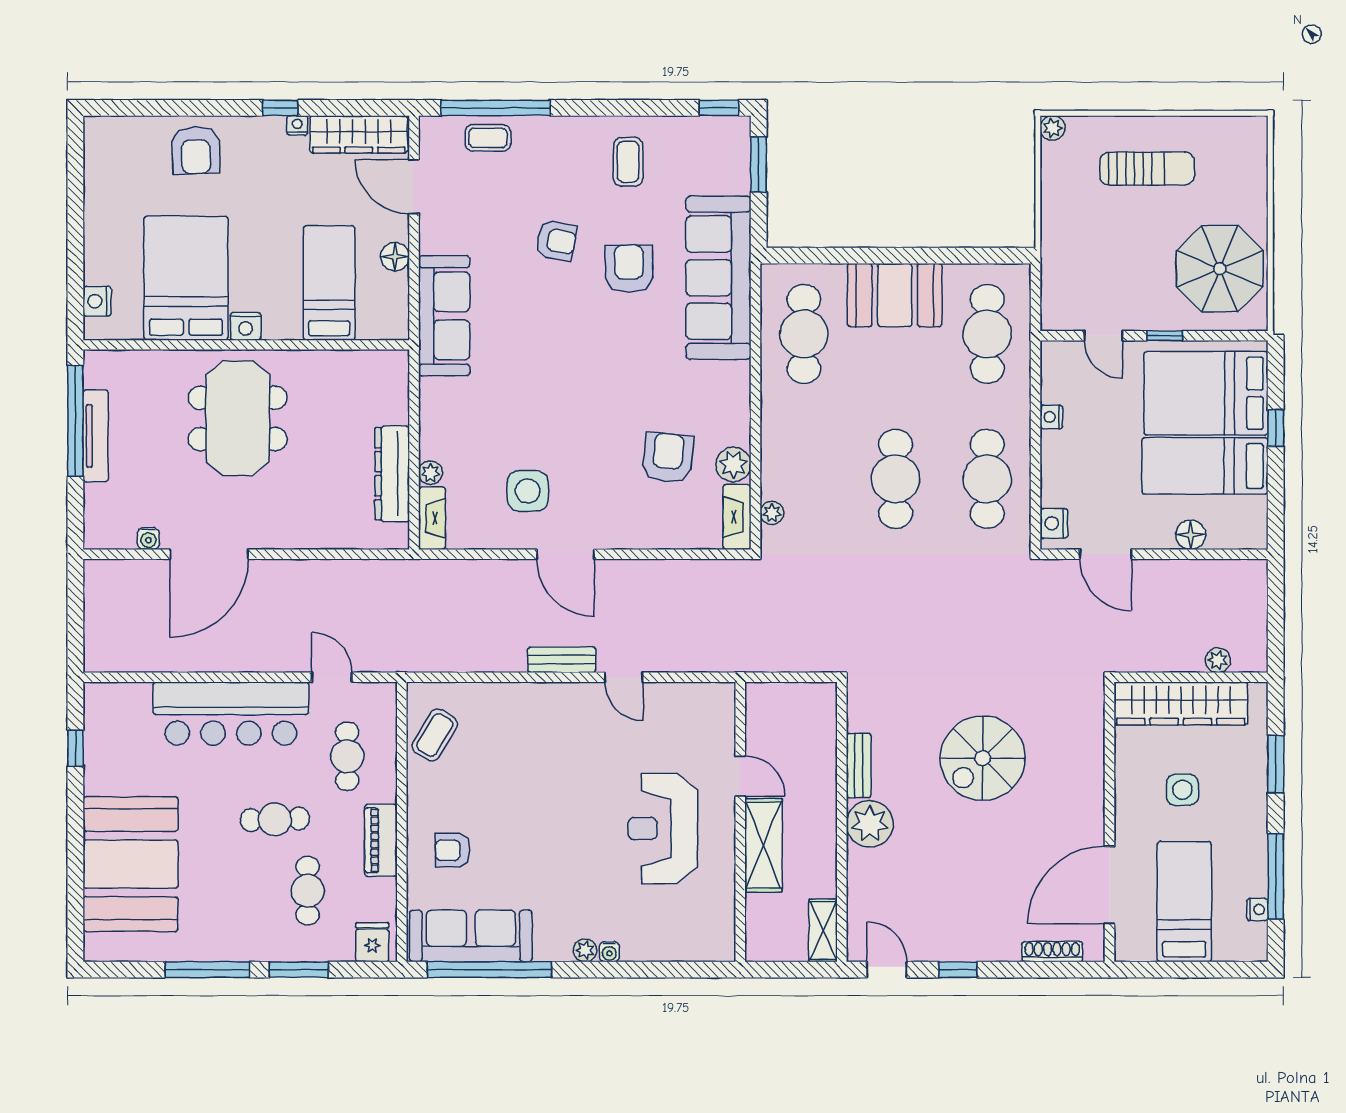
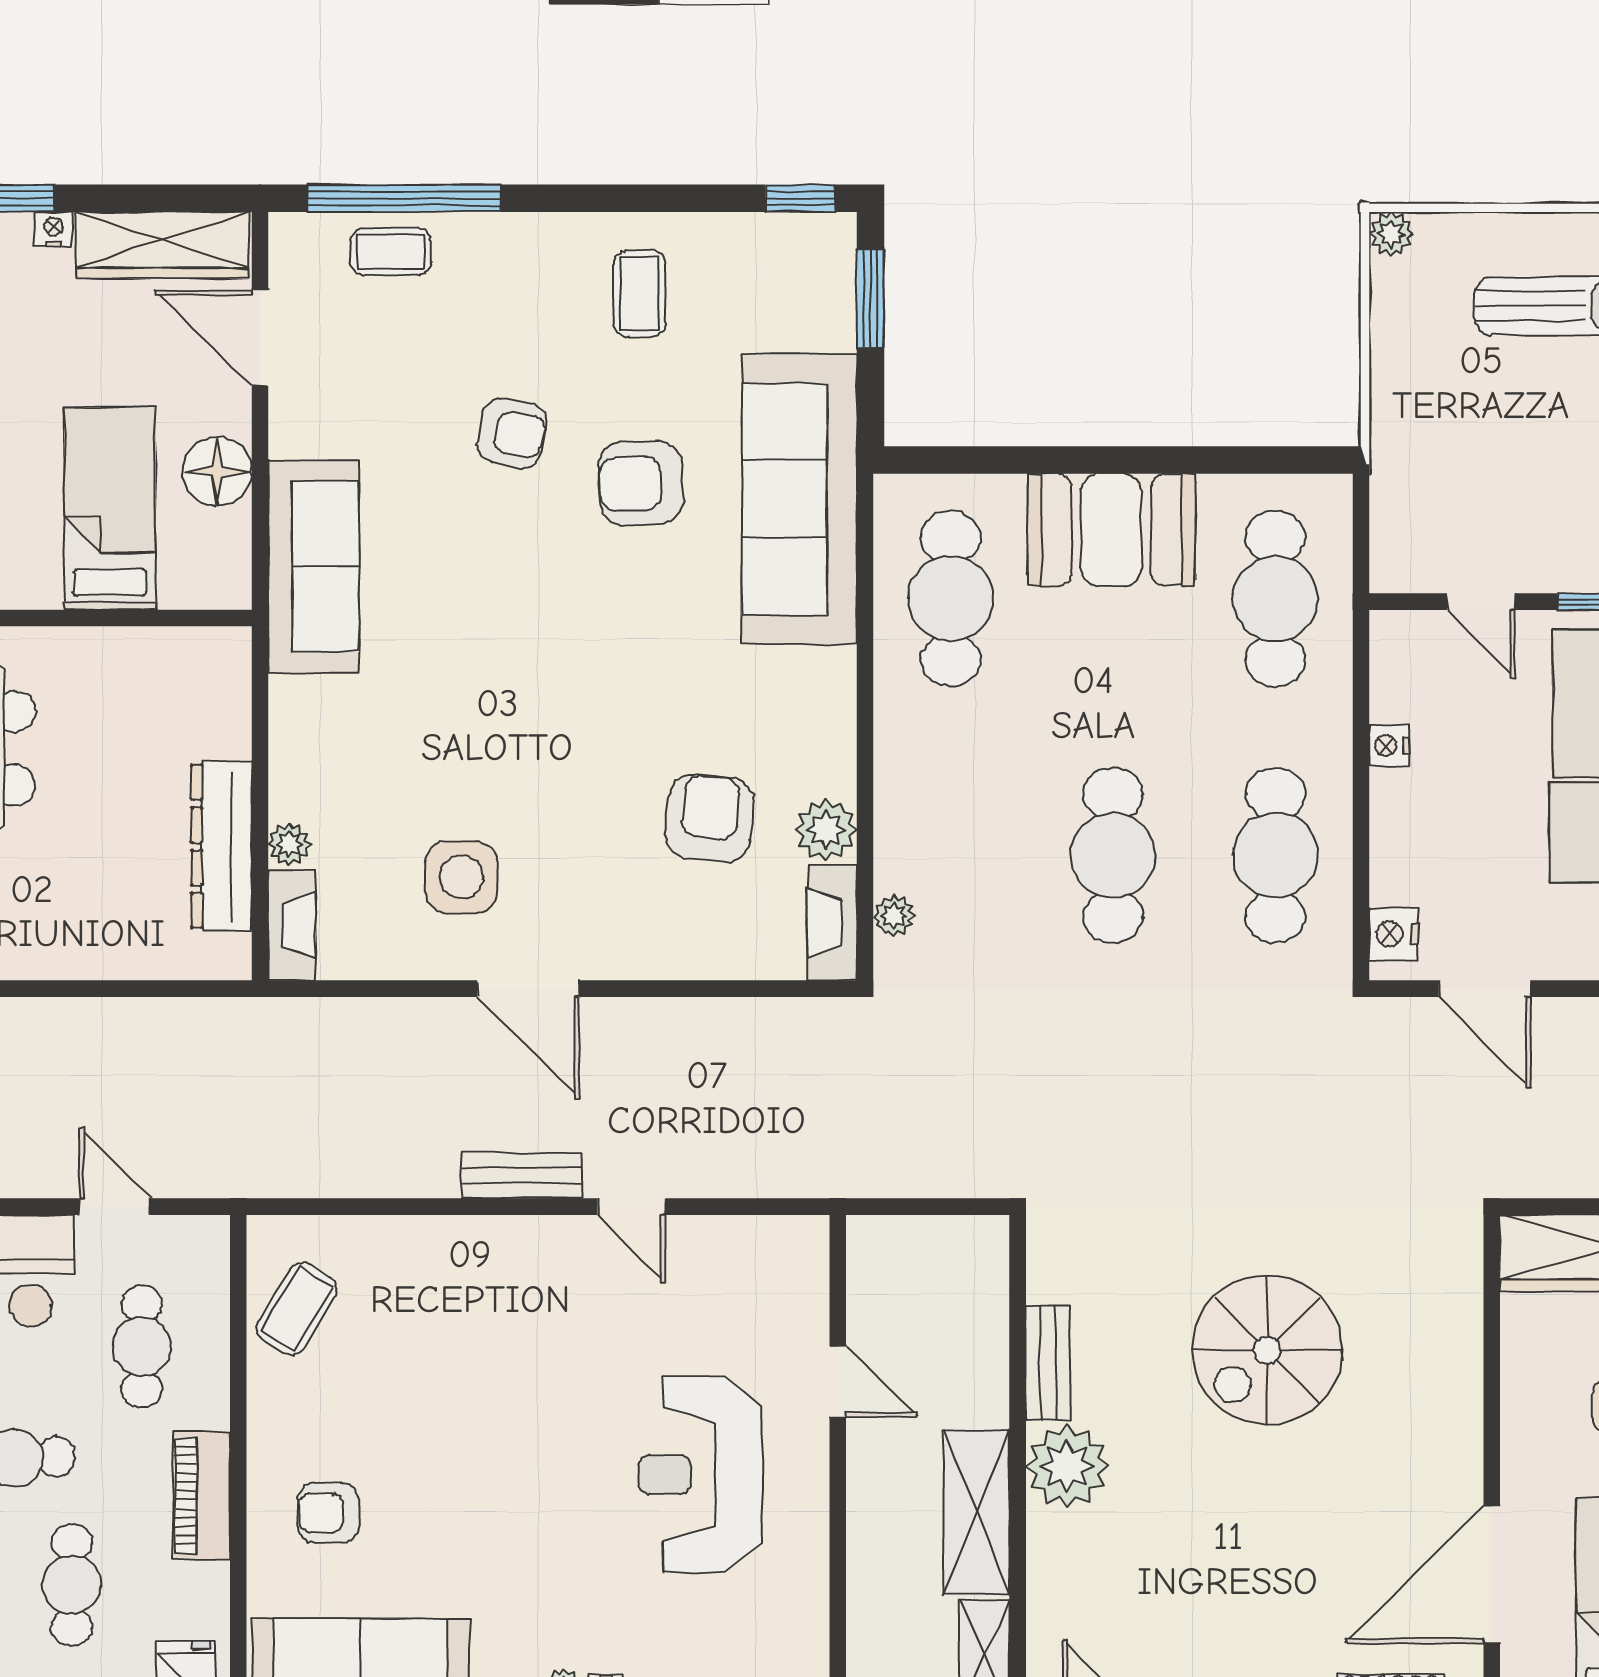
floor lamp: (395, 257) -> (217, 471), width x1.38, depth x1.38
armchair: (629, 269) -> (641, 483), turned -93
shelving: (763, 845) -> (976, 1513), moved

